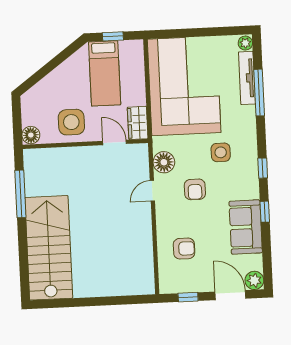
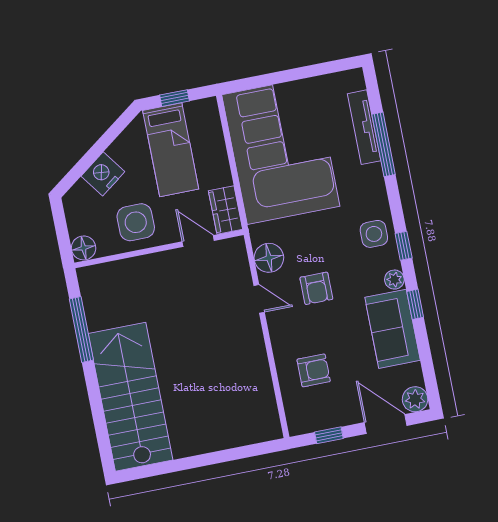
plant: (245, 43) -> (394, 280), moved
nightstand: (53, 84) -> (103, 174), added
side table: (221, 152) -> (374, 234), moved
door: (152, 191) -> (259, 299), swing flipped

